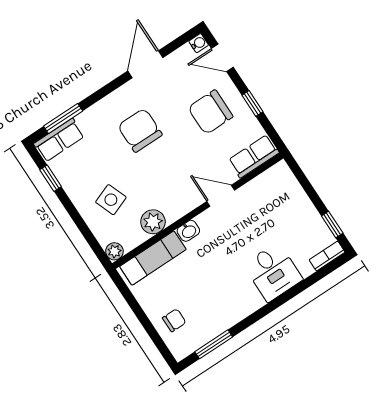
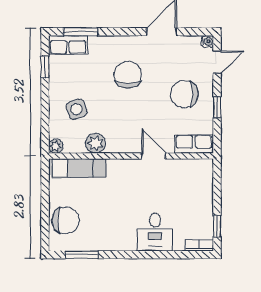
door: (222, 58) -> (217, 62), swing flipped
washbasin: (188, 231) -> (116, 165), removed
chair: (174, 320) -> (65, 220), width x1.87, depth x1.87

